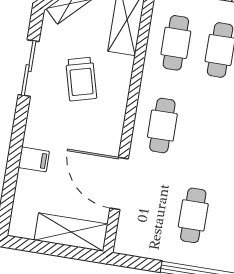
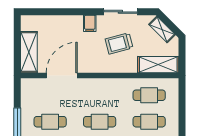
cafe table: (162, 125) -> (100, 122), moved
filing cabinet: (34, 159) -> (90, 23), moved

